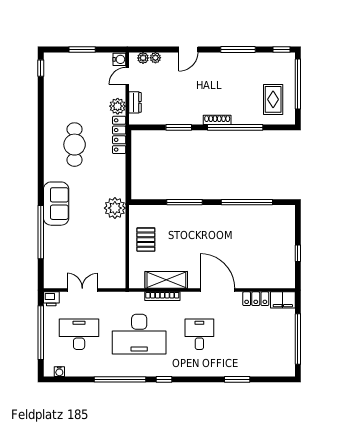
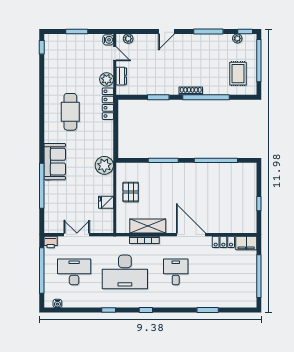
plant: (155, 58) -> (237, 38), moved
door: (127, 76) -> (115, 54), swing flipped
fridge: (117, 252) -> (106, 202), added
window: (120, 379) -> (109, 310), width x0.32

